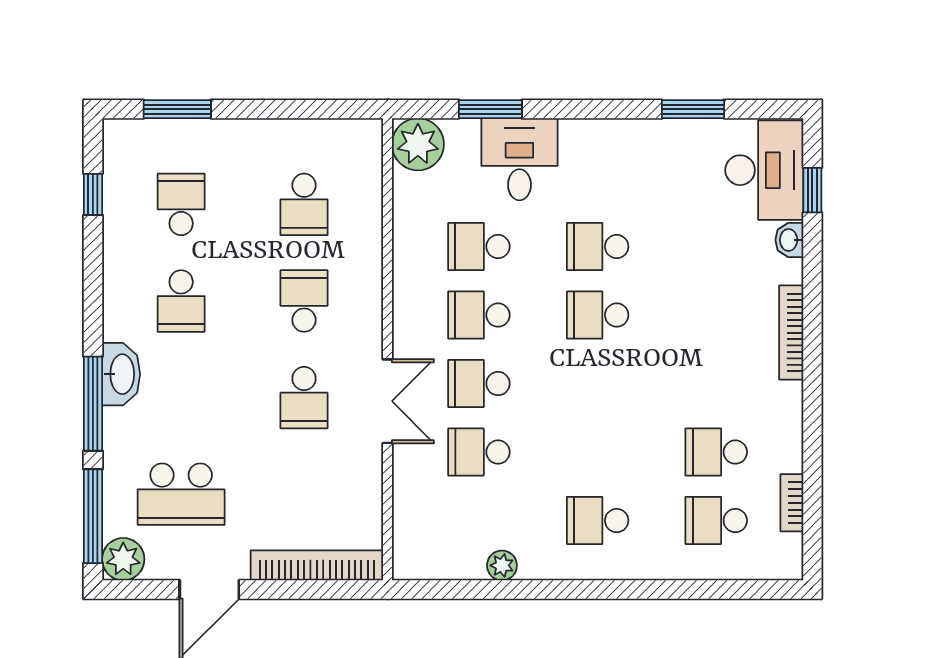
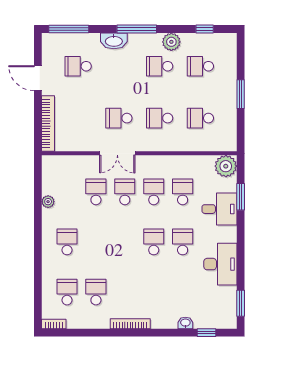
window: (177, 109) -> (241, 94), moved
window: (693, 109) -> (241, 303), moved
desk: (764, 170) -> (220, 264), moved, turned -90
school desk: (181, 204) -> (200, 66), turned 180
school desk: (304, 301) -> (160, 118), turned 180
bookcase: (791, 333) -> (130, 324), moved
washbasin: (121, 374) -> (114, 41), moved
window: (93, 404) -> (137, 29), moved
school desk: (181, 494) -> (78, 66), width x0.54
bookcase: (792, 503) -> (54, 324), moved
plant: (123, 559) -> (171, 42), moved

